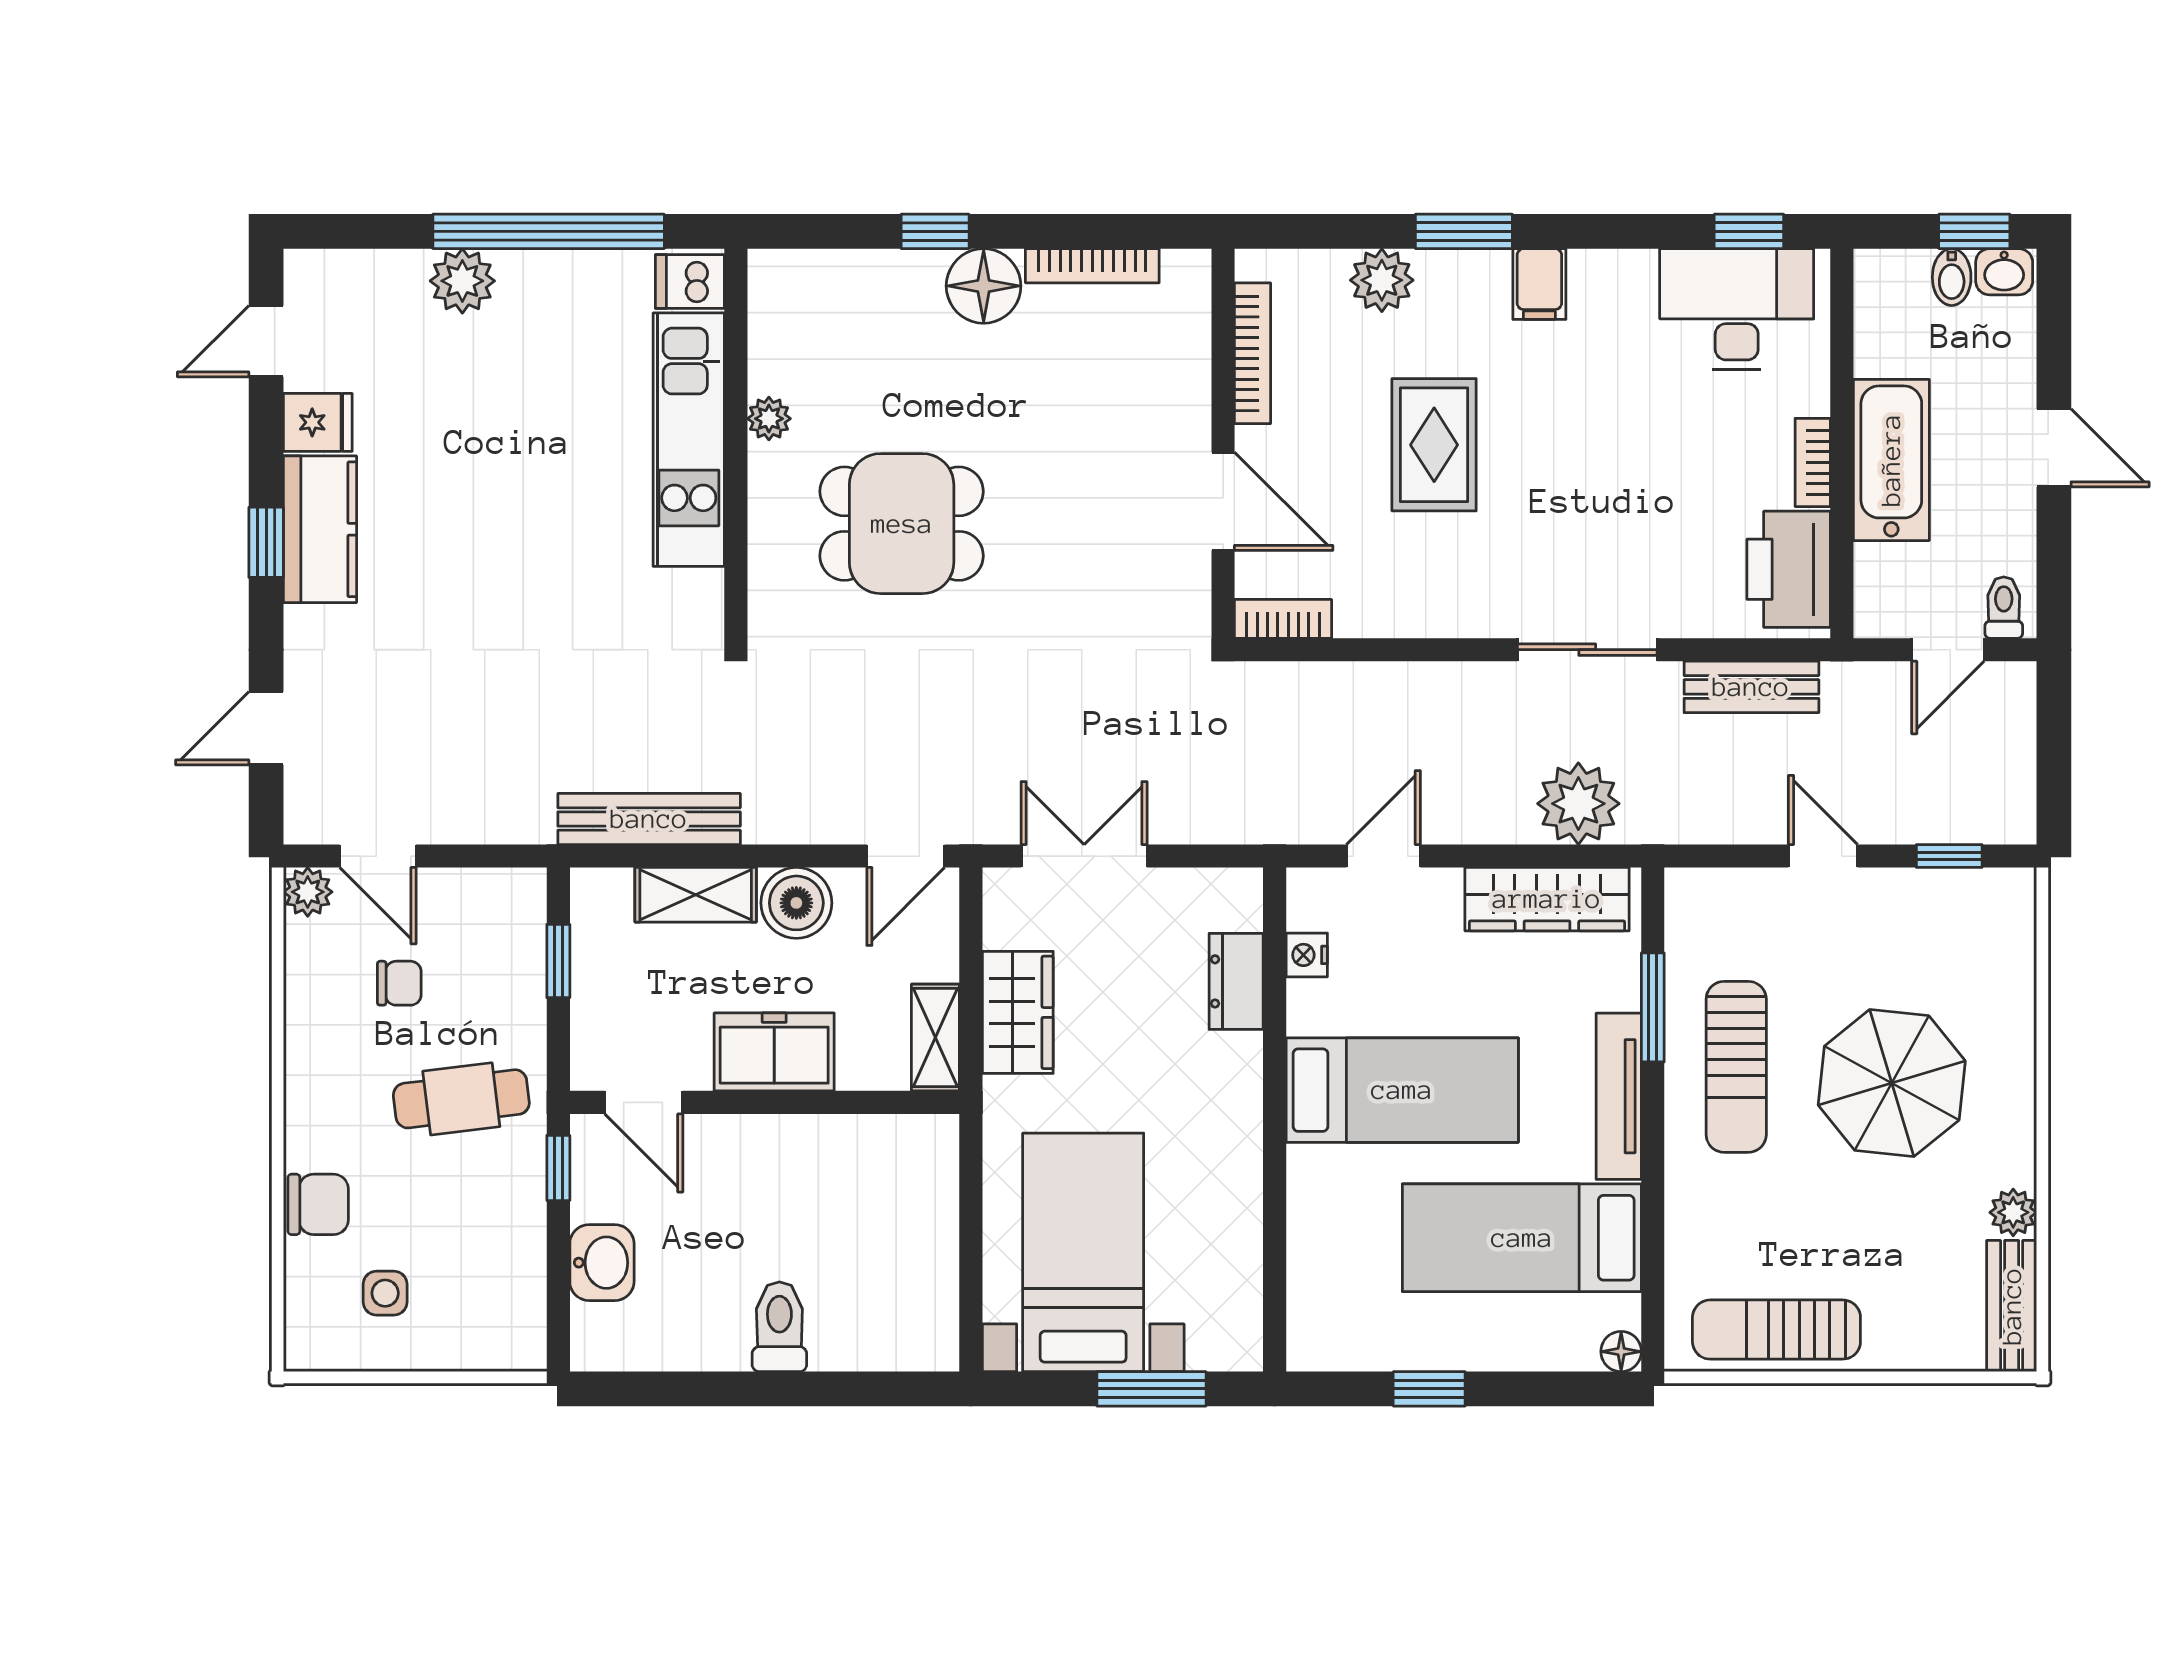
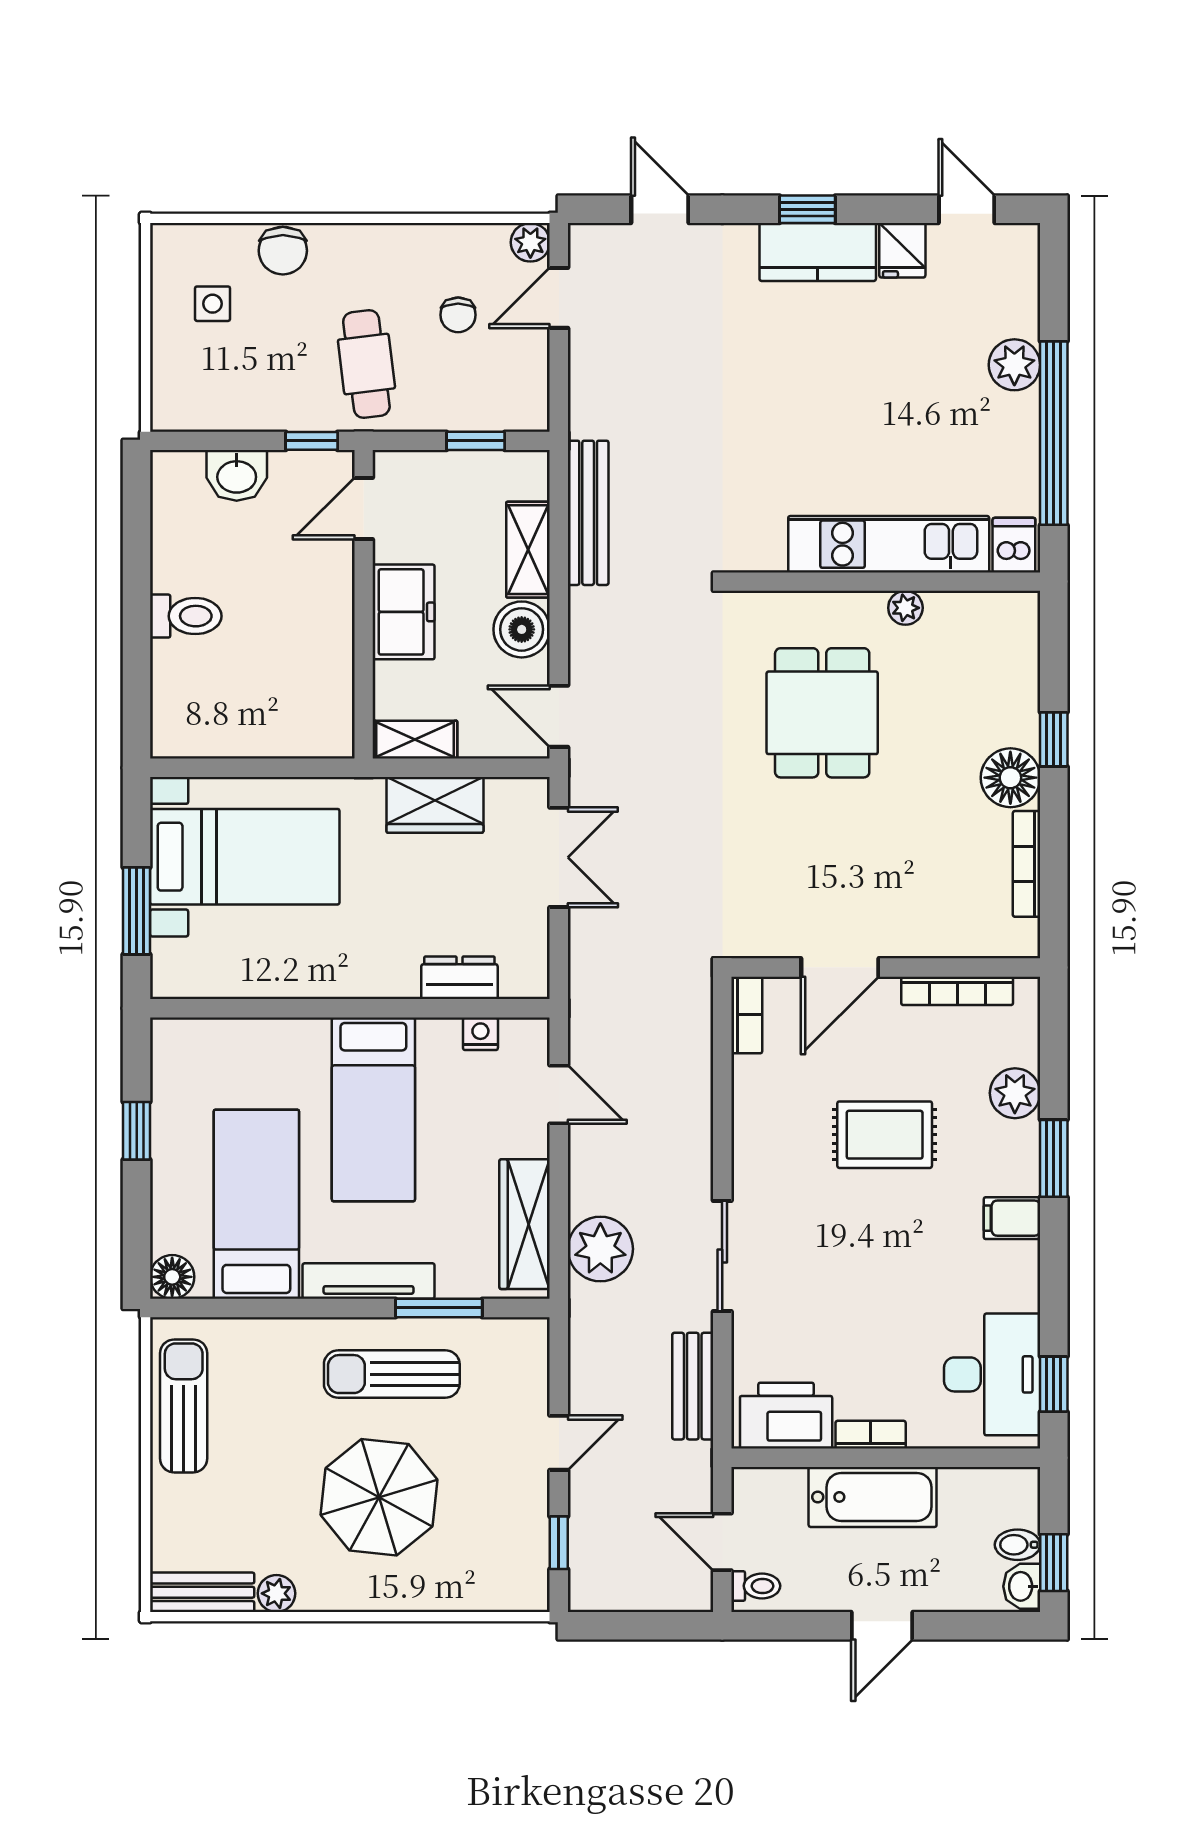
floor lamp: (1621, 1352) -> (172, 1277), width x1.37, depth x1.37

